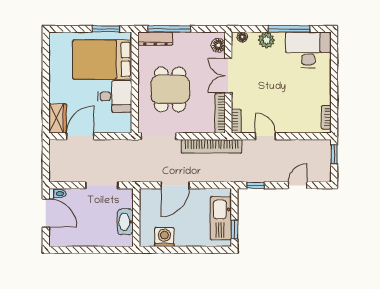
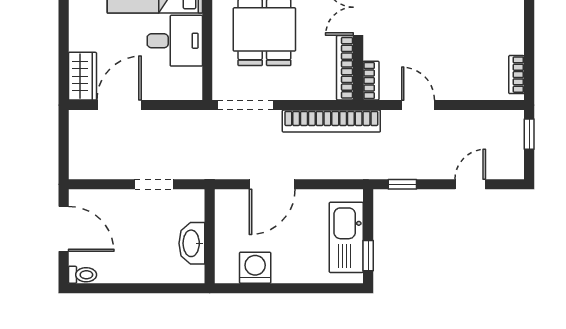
doorway: (102, 185) -> (154, 184), width x0.73
toilet: (57, 194) -> (82, 275), moved

